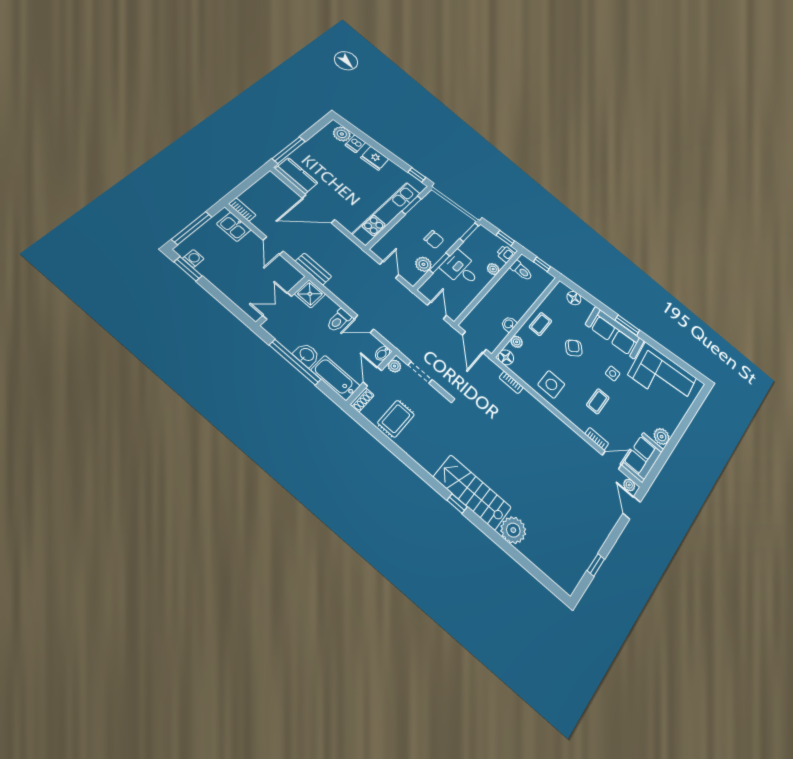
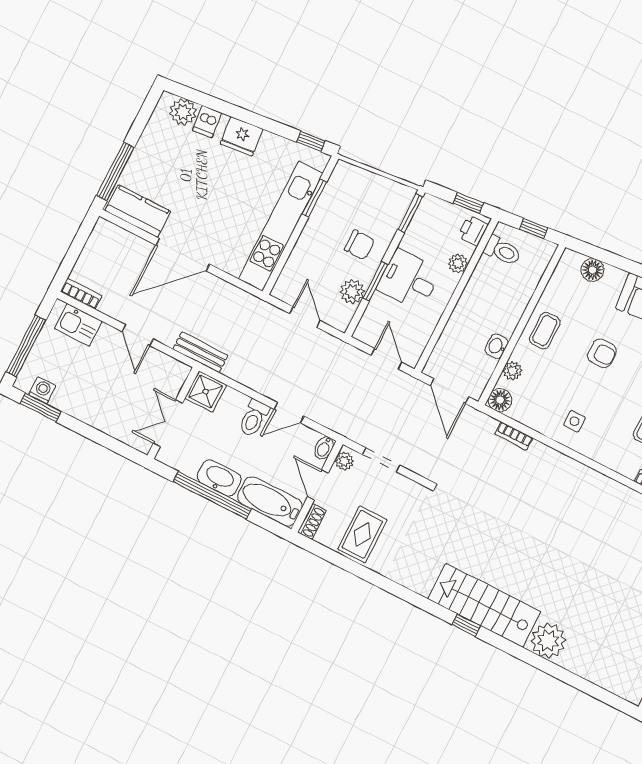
armchair: (574, 348) -> (602, 353), turned 130
washbasin: (307, 355) -> (219, 478), width x1.38
side table: (551, 384) -> (574, 421), width x0.54, depth x0.54

